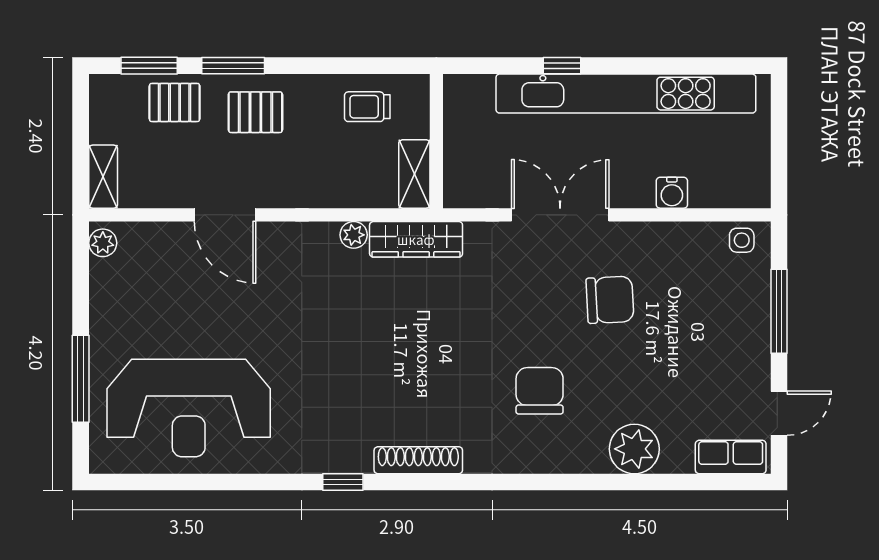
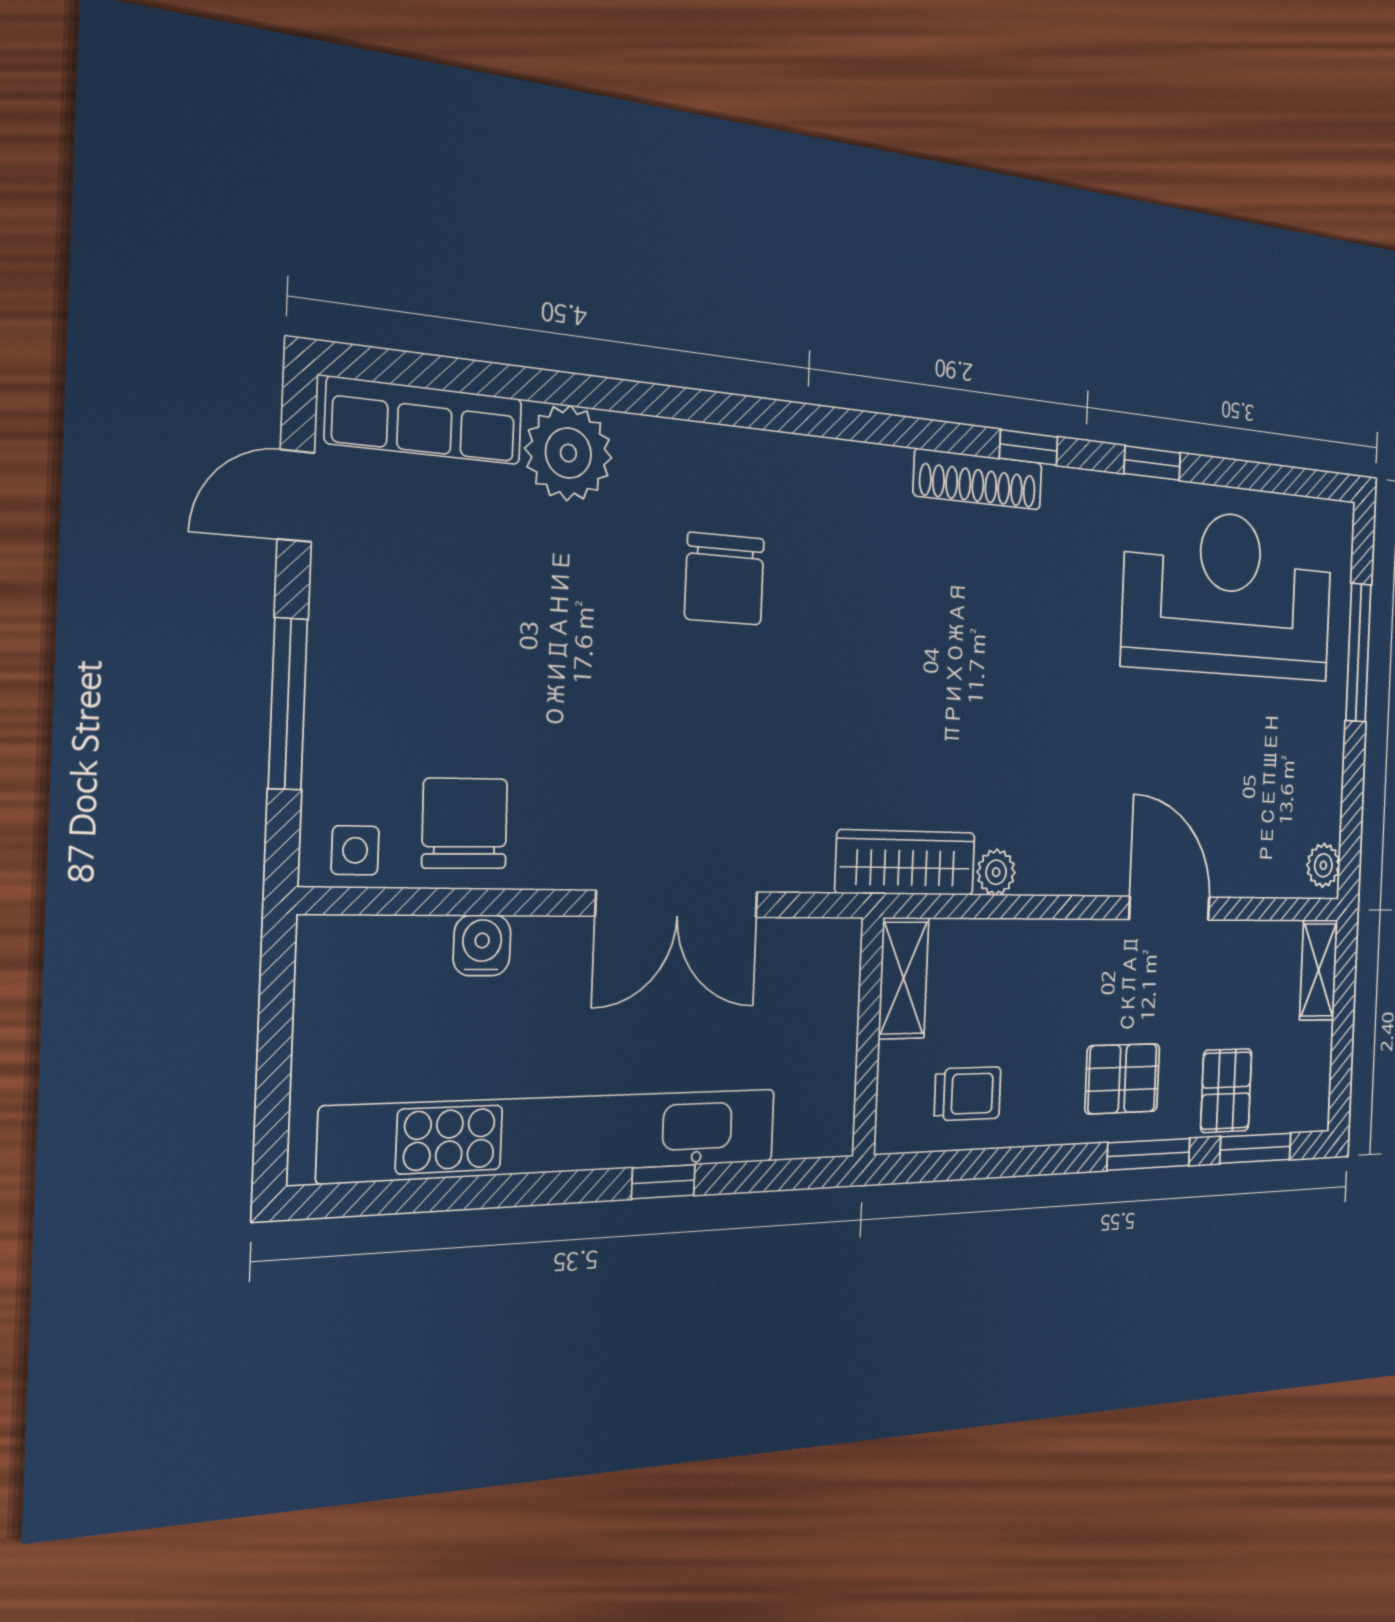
pallet: (175, 102) -> (1226, 1091), turned 90
chair: (610, 300) -> (465, 823), moved, turned 92
row of seats: (731, 457) -> (425, 421), width x1.48
shoe rack: (418, 460) -> (978, 479), moved
window: (252, 482) -> (1152, 463), added

